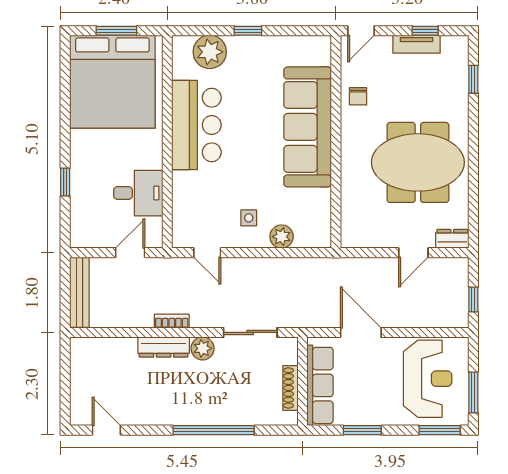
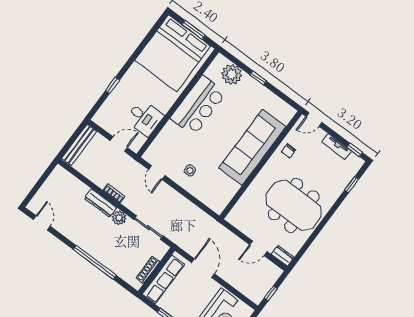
window: (425, 31) -> (355, 150), moved
plant: (282, 237) -> (199, 192), removed

